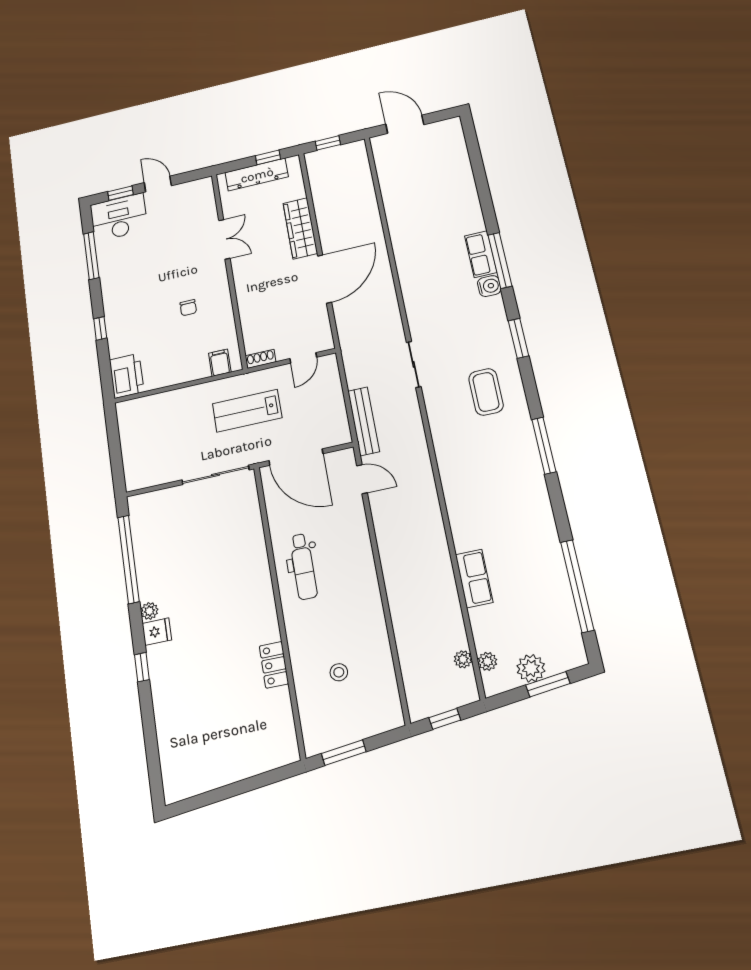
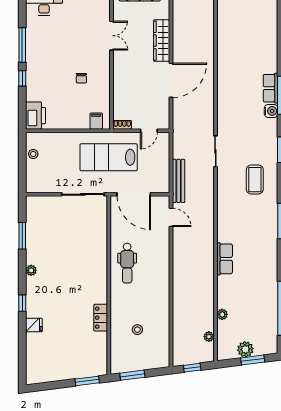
window: (91, 256) -> (22, 45), moved
lab bench: (247, 411) -> (109, 157), width x1.36, depth x1.39
stool: (130, 432) -> (33, 154), added
window: (129, 559) -> (22, 236), width x0.47
row of seats: (474, 578) -> (225, 259), moved
fridge: (157, 632) -> (34, 325), moved
plant: (487, 661) -> (222, 314), moved
window: (268, 778) -> (87, 381), added

